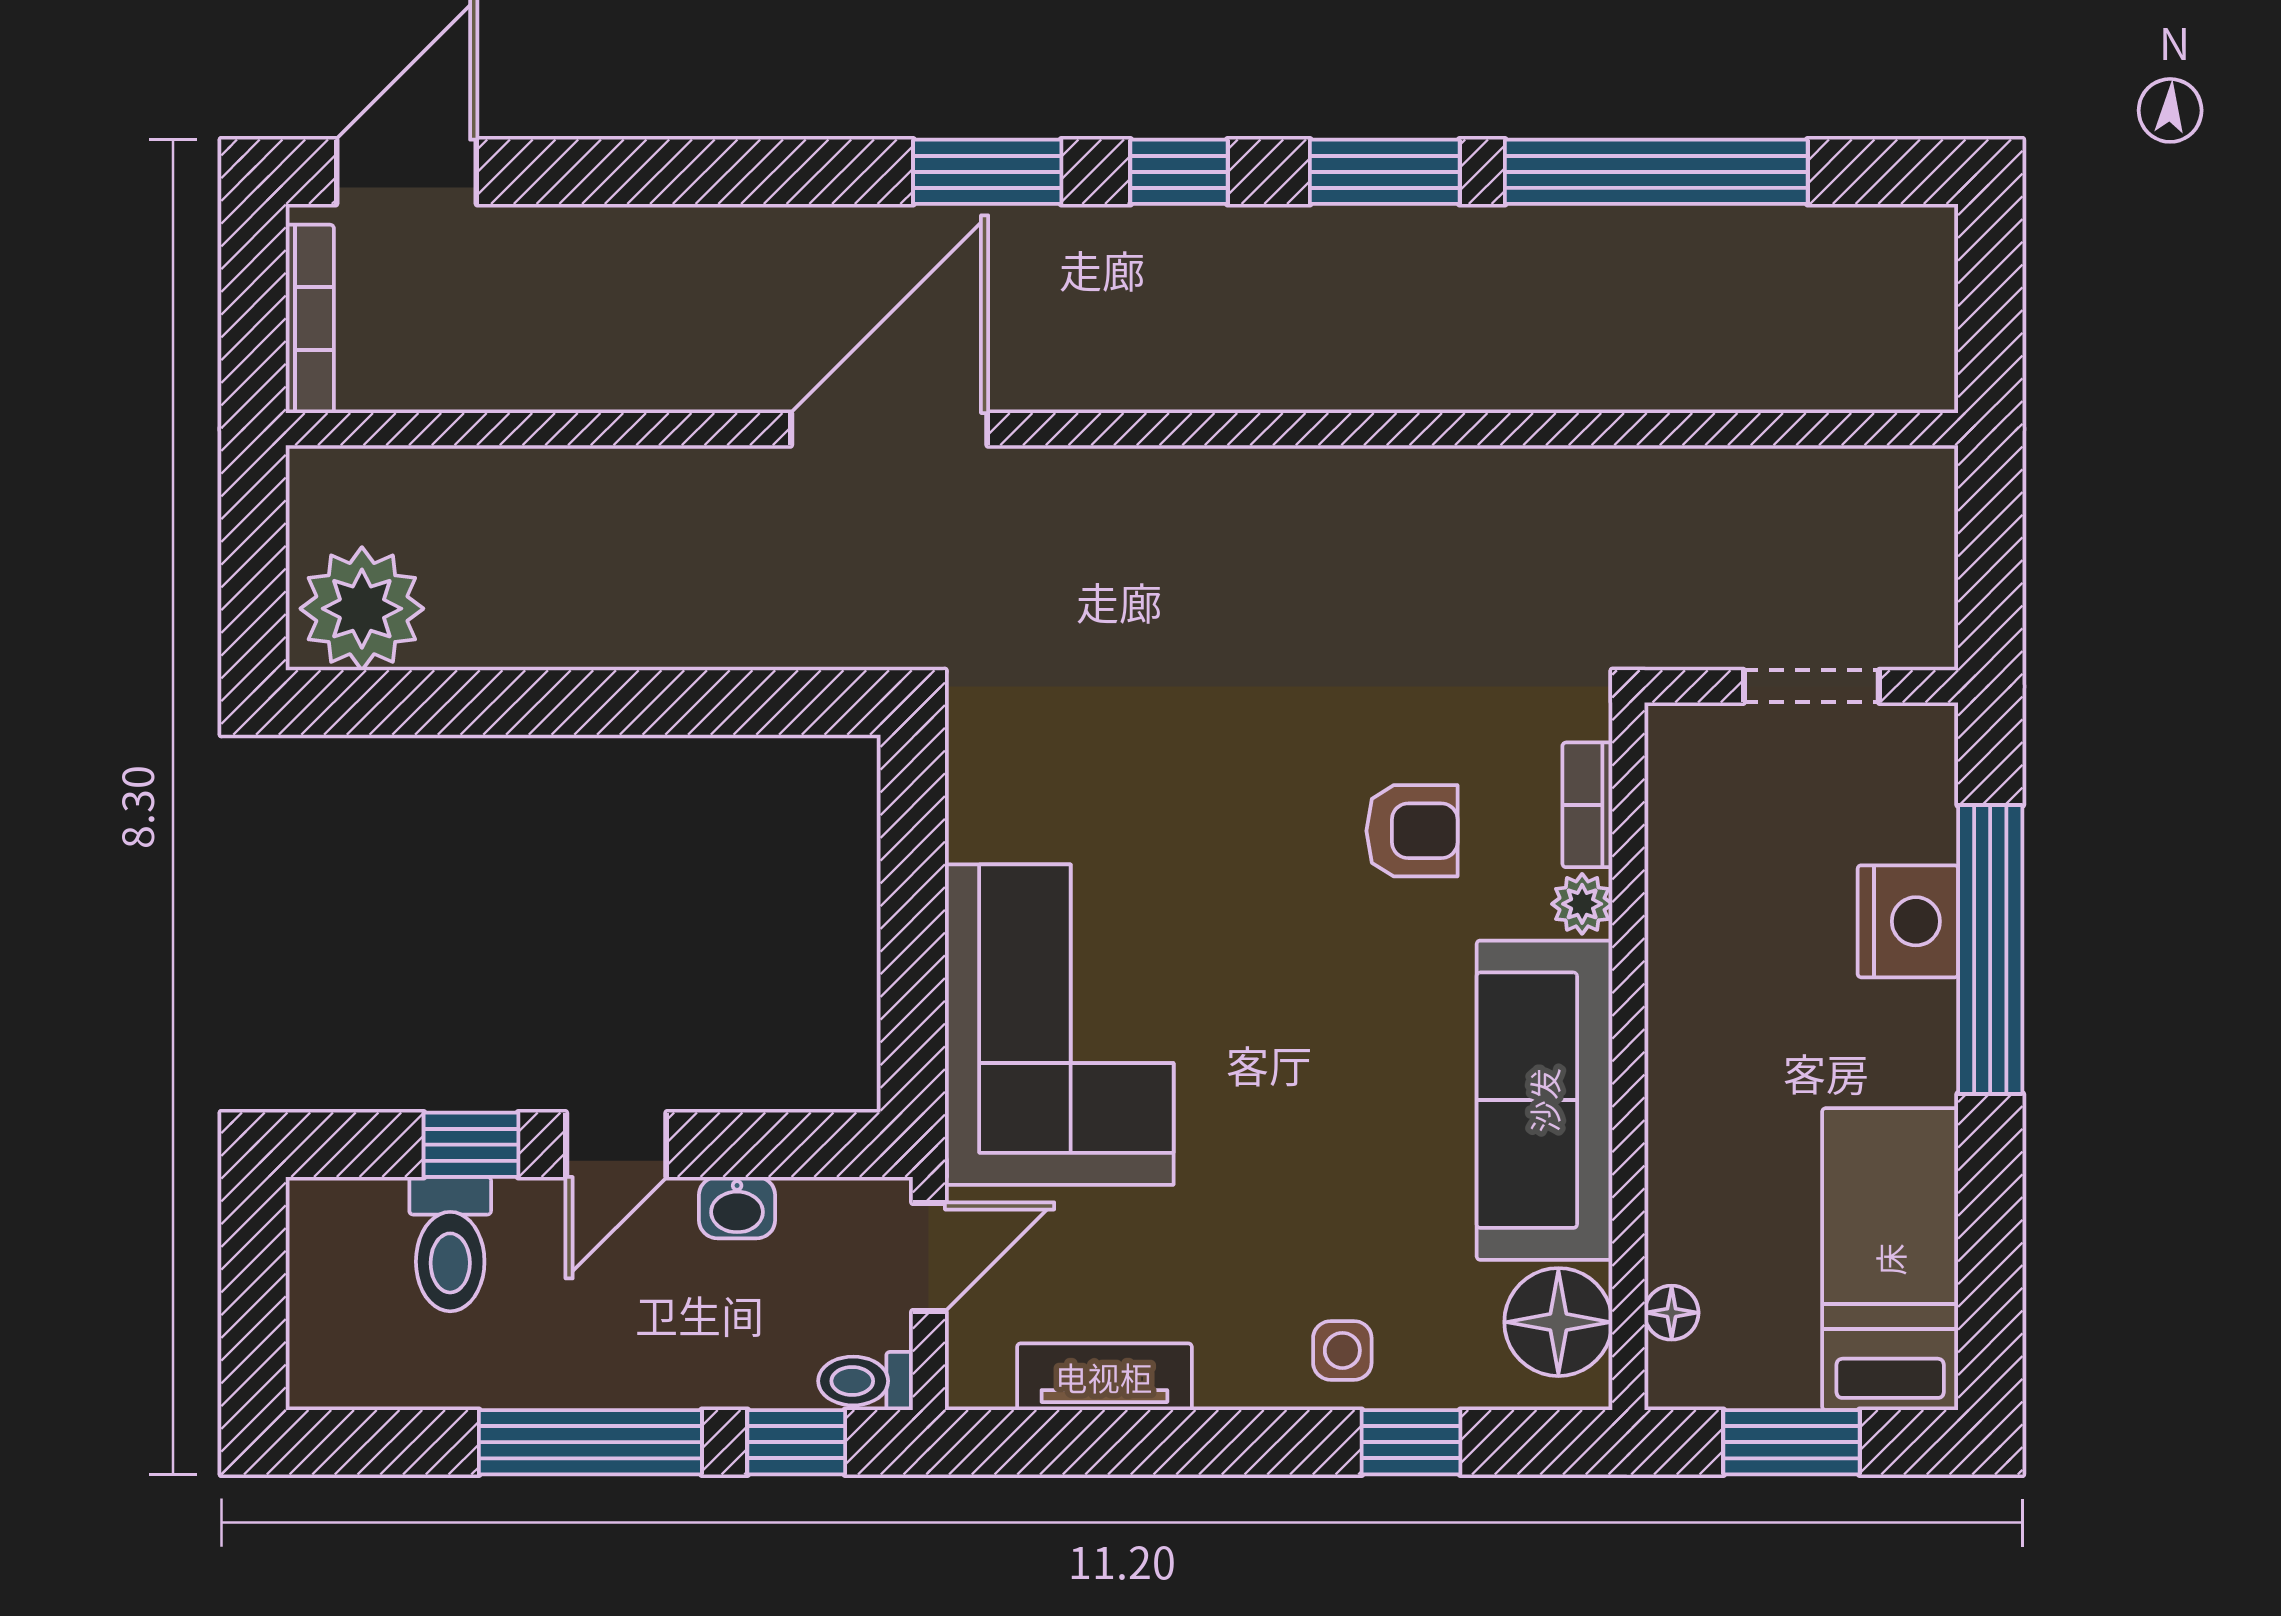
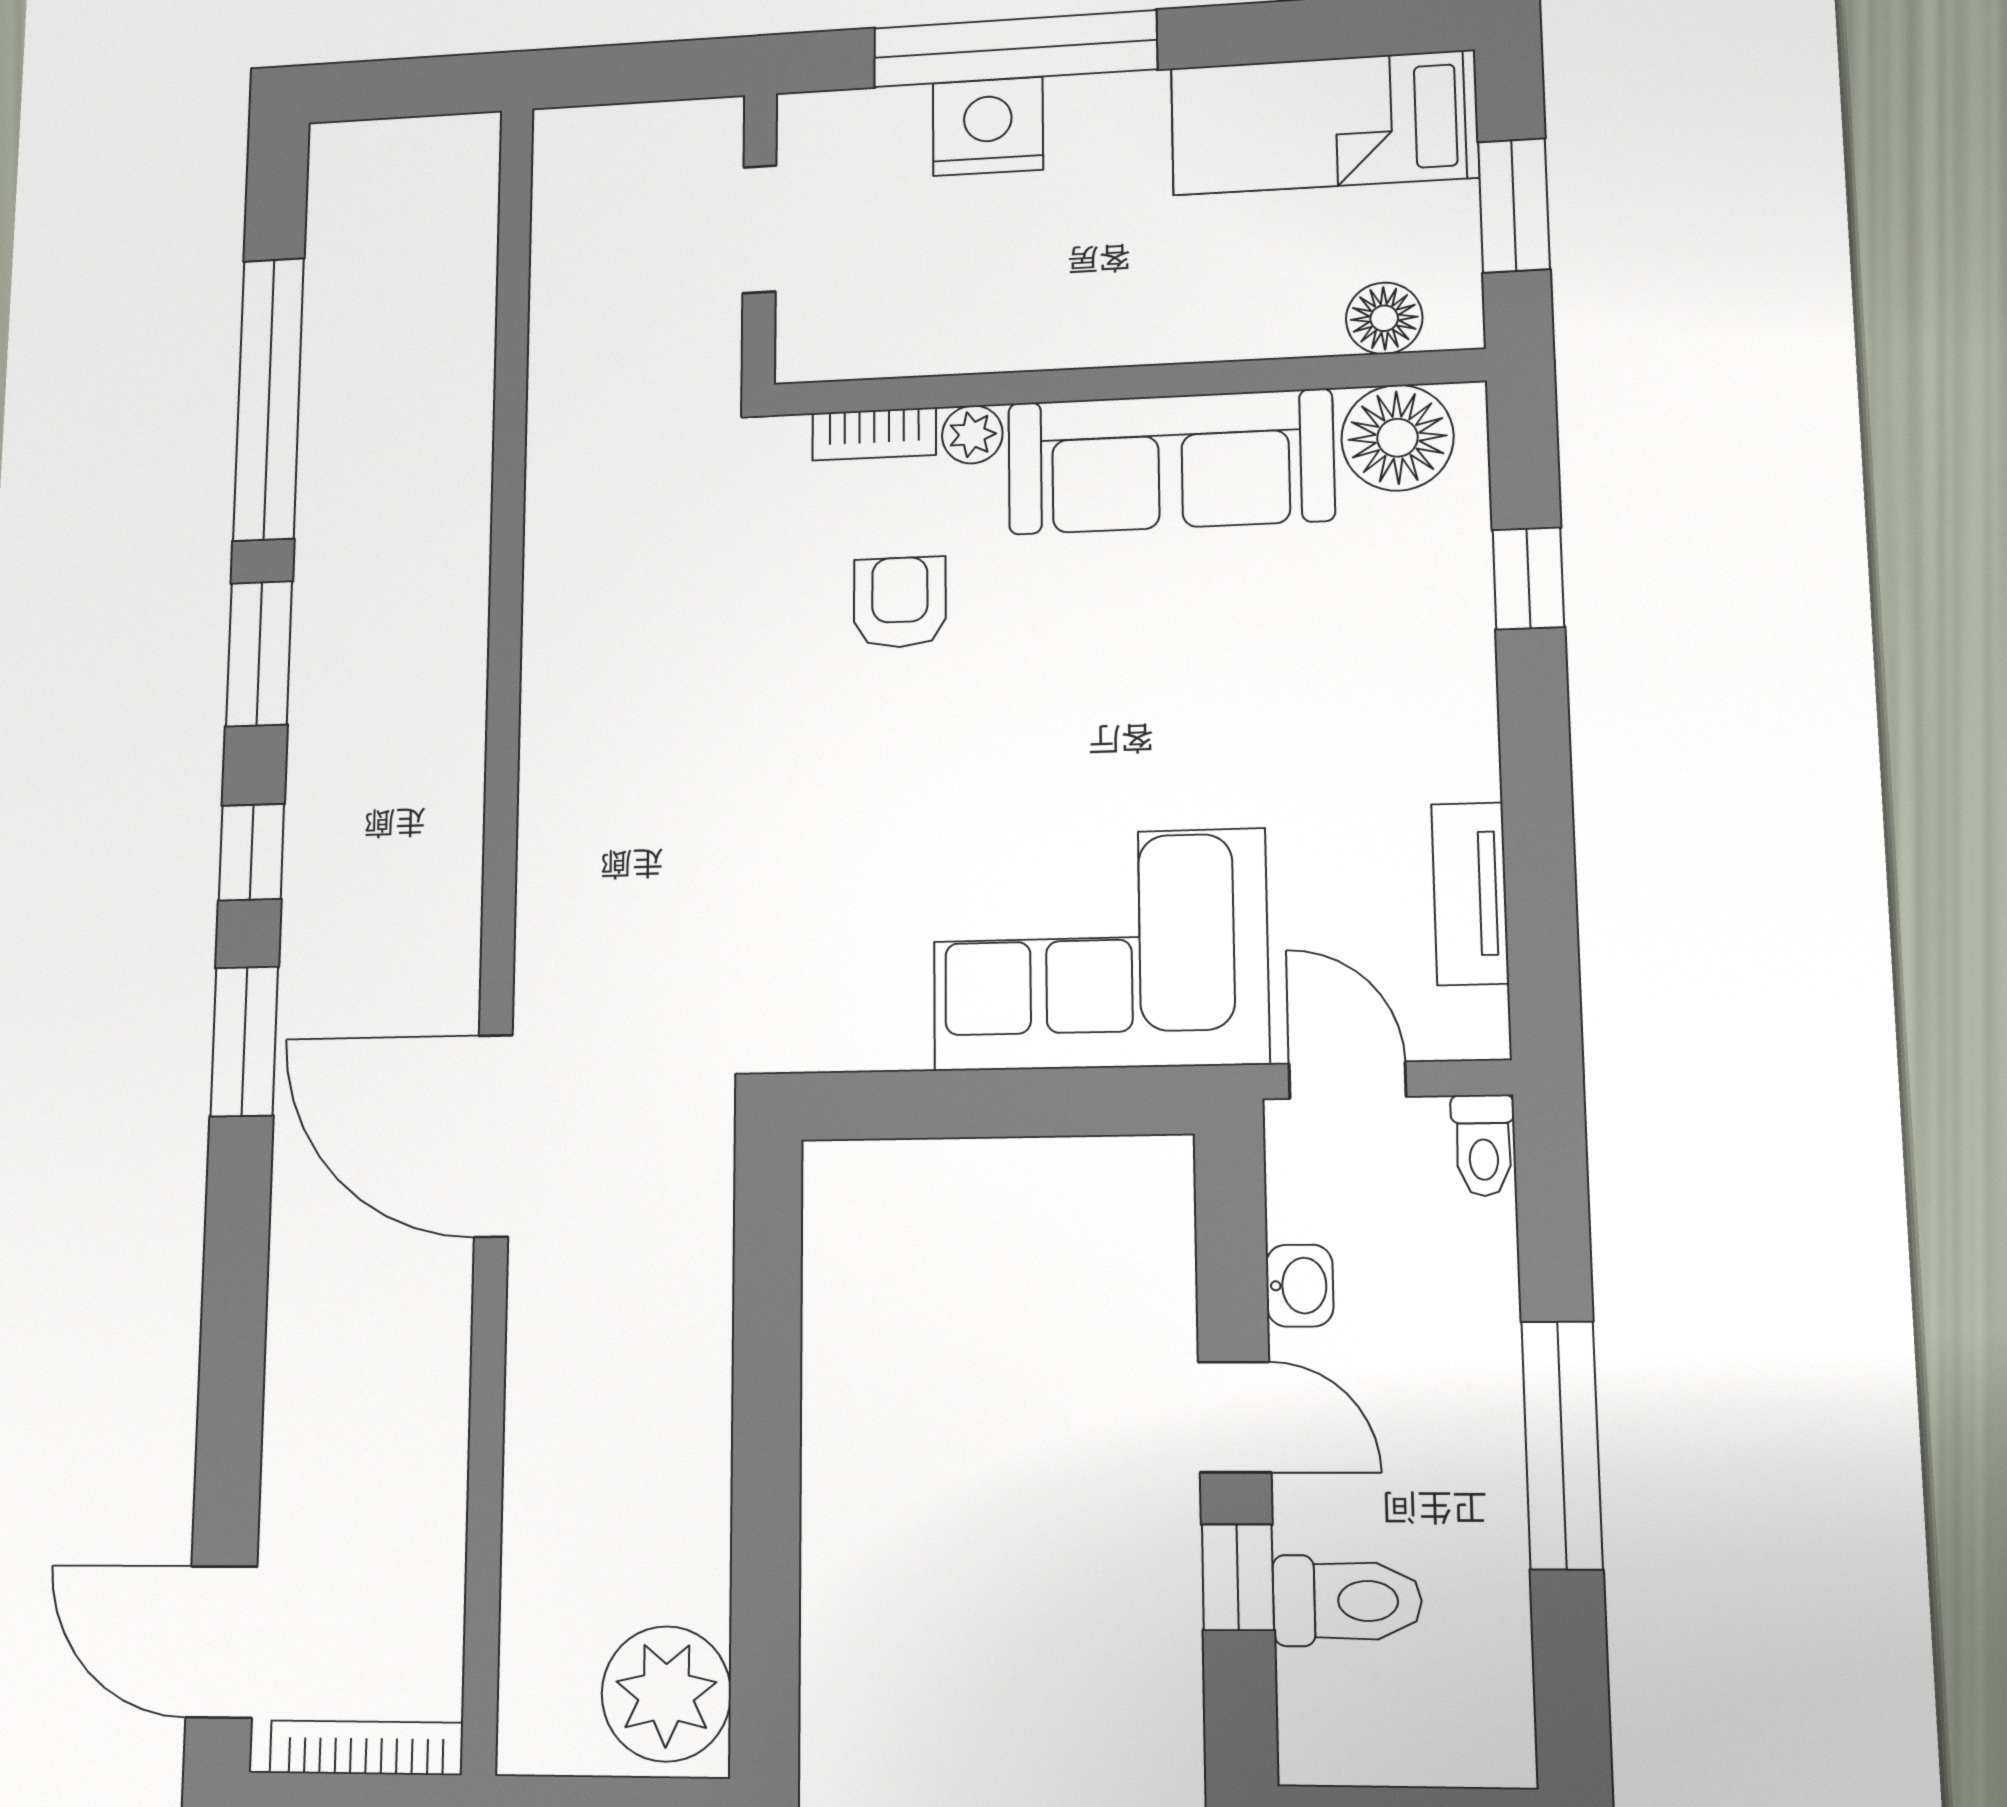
floor lamp: (1672, 1313) -> (1384, 318), width x1.37, depth x1.37
side table: (1342, 1350) -> (1434, 651), removed
window: (796, 1442) -> (1553, 1219), removed

